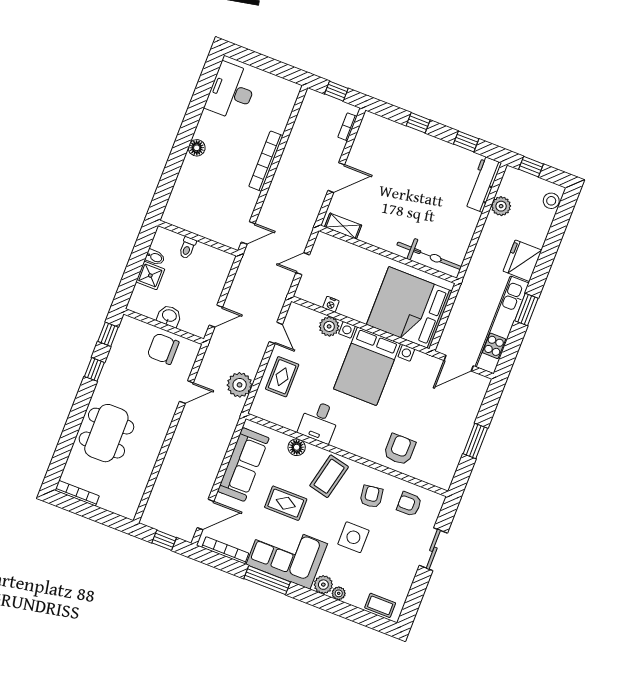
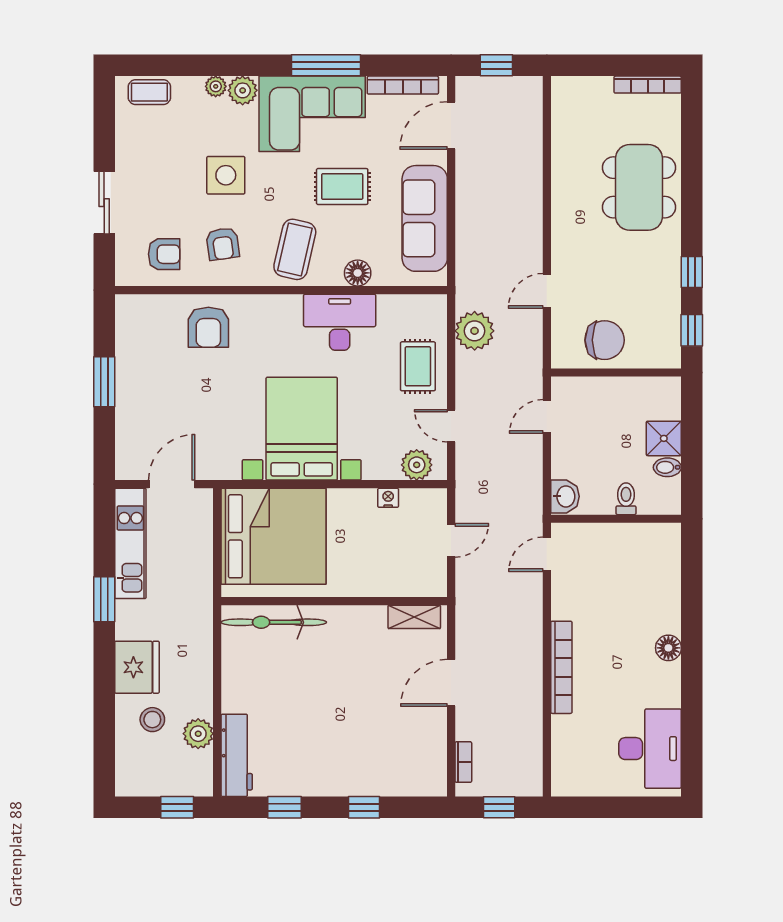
stool: (551, 201) -> (152, 720), moved
washbasin: (169, 316) -> (565, 496), moved, turned -90
kitchen unit: (502, 325) -> (130, 543), width x0.73
plant: (329, 326) -> (417, 465), moved
desk: (319, 422) -> (340, 322), width x1.37

